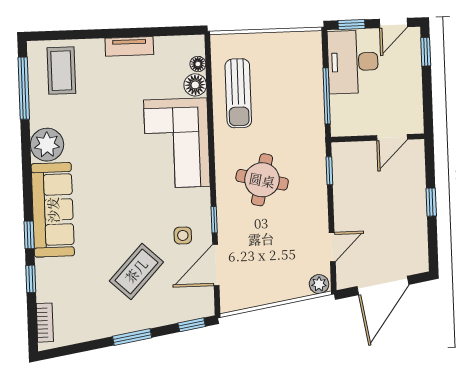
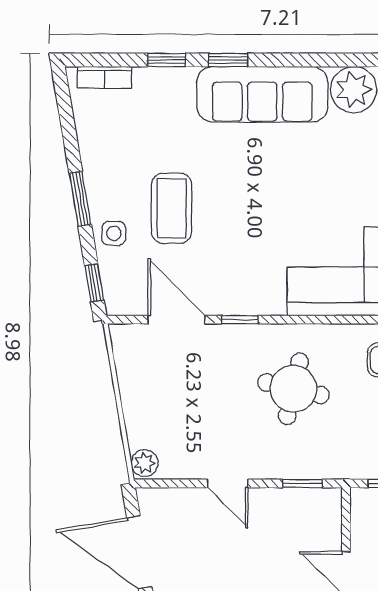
side table: (183, 235) -> (114, 233), moved
door: (332, 247) -> (228, 484), moved
coffee table: (136, 271) -> (172, 208), turned 47

